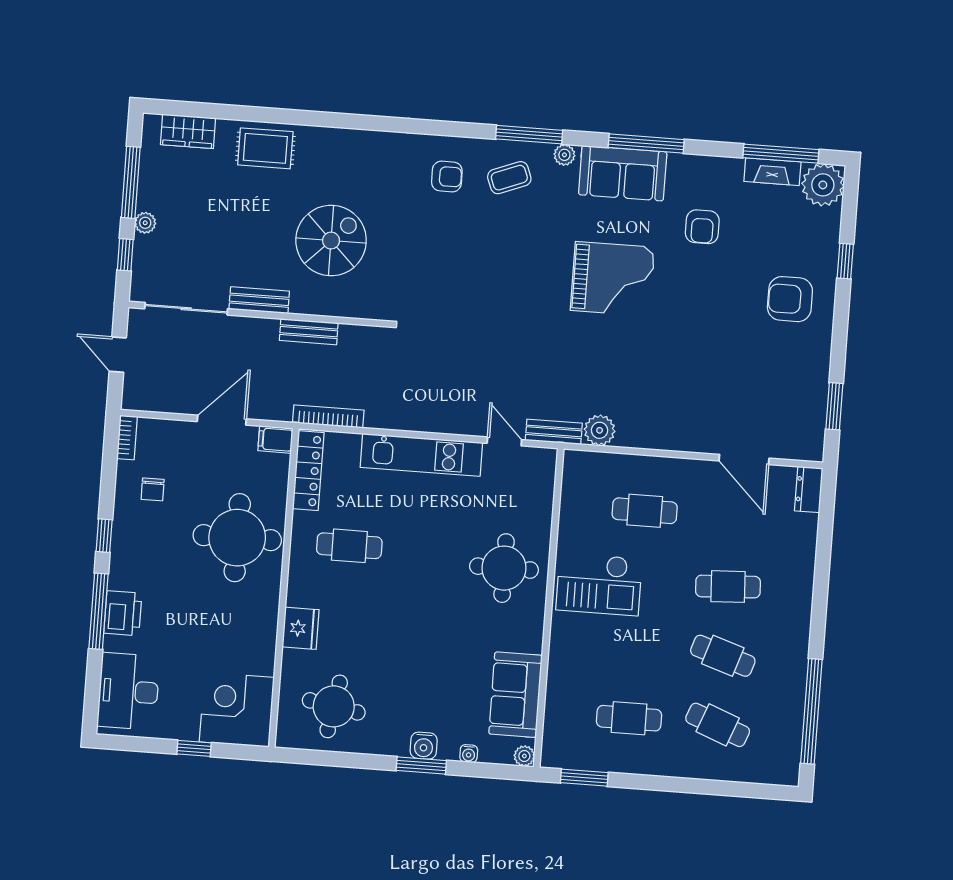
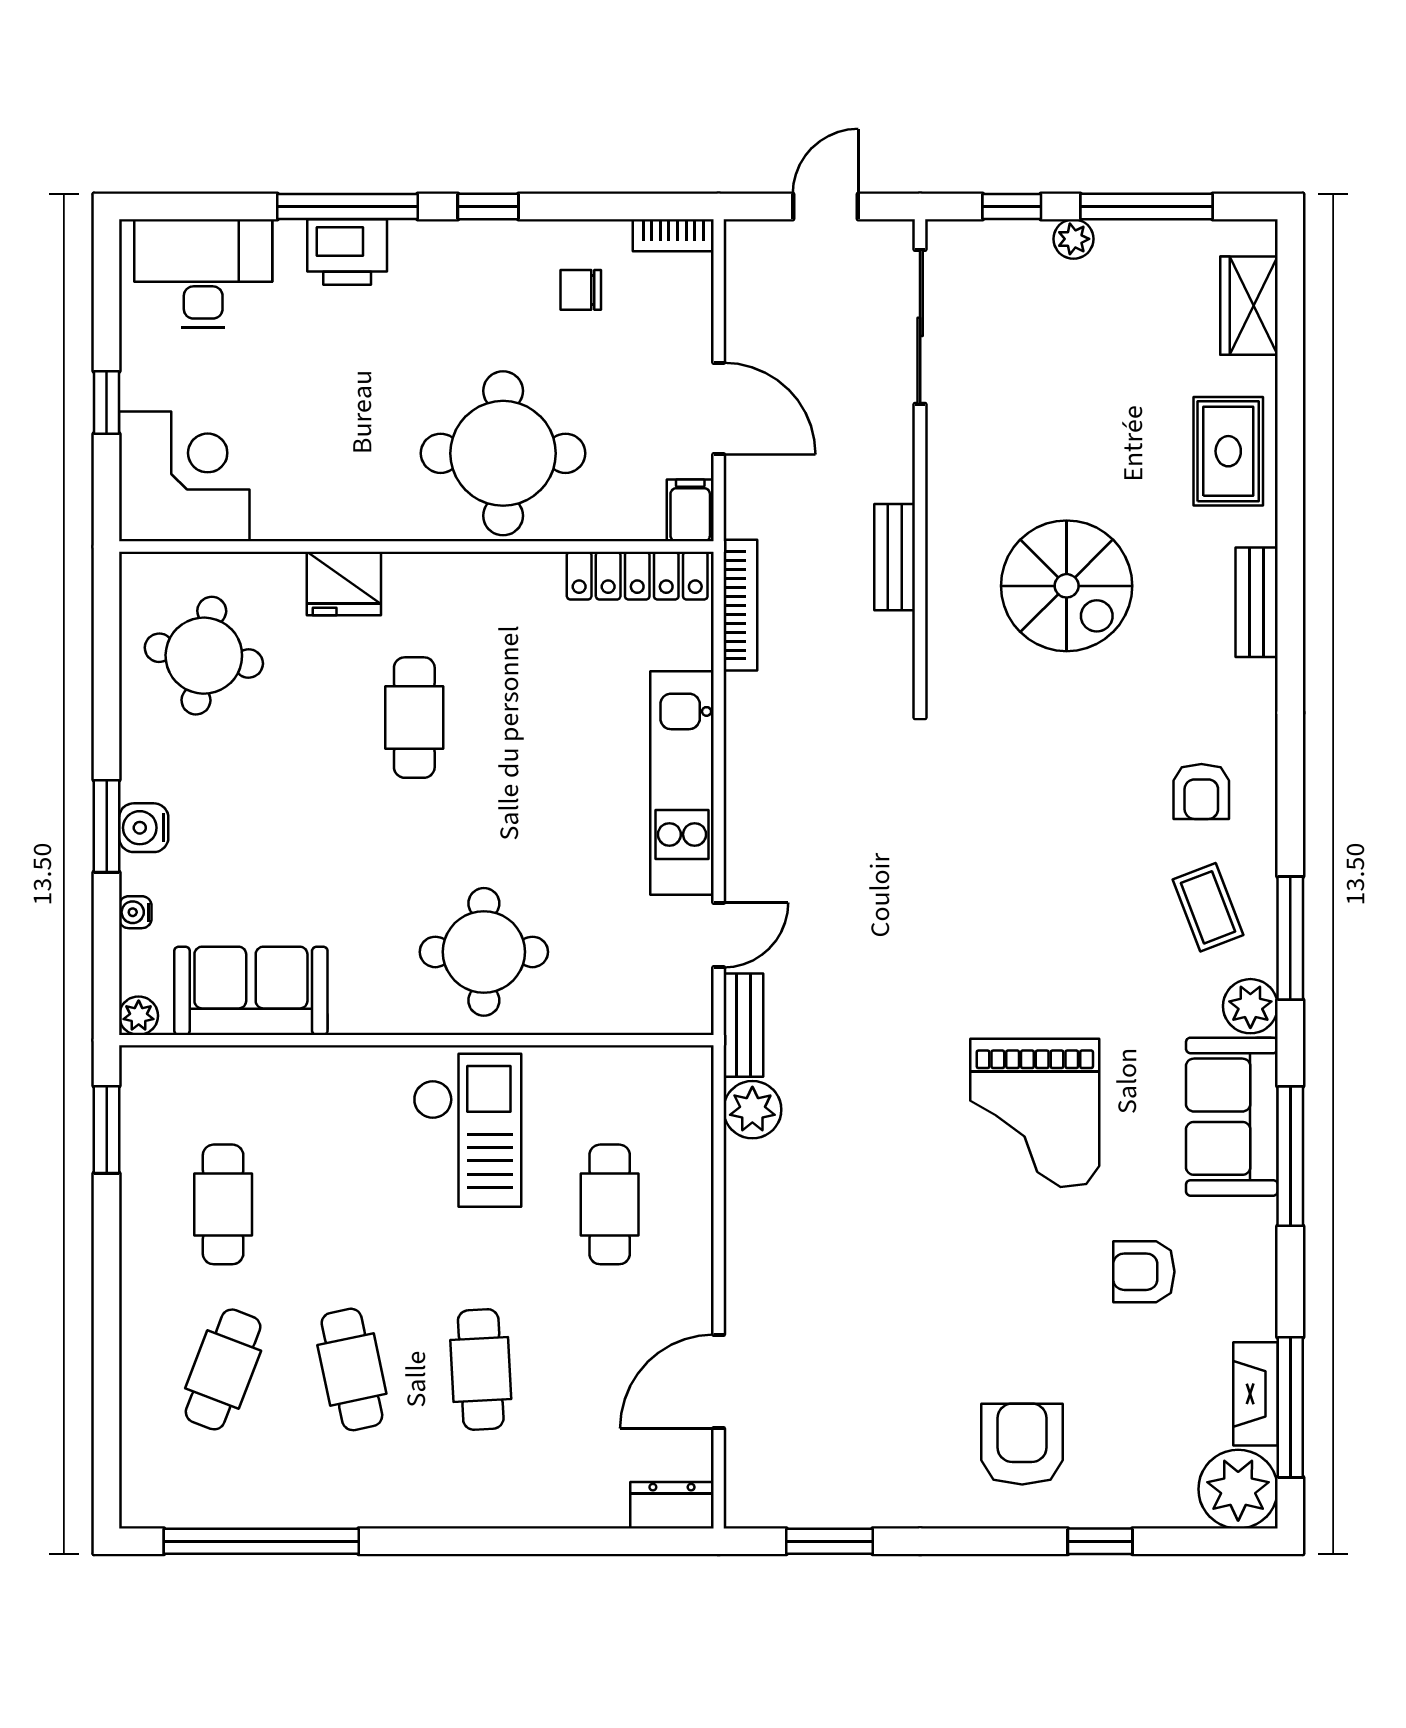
plant: (564, 155) -> (1250, 1006), width x1.38, depth x1.38
bench: (259, 300) -> (1257, 602), moved
cafe table: (349, 546) -> (414, 718), moved
checkout: (599, 584) -> (467, 1130), turned 180
cafe table: (723, 656) -> (352, 1369), turned -30

